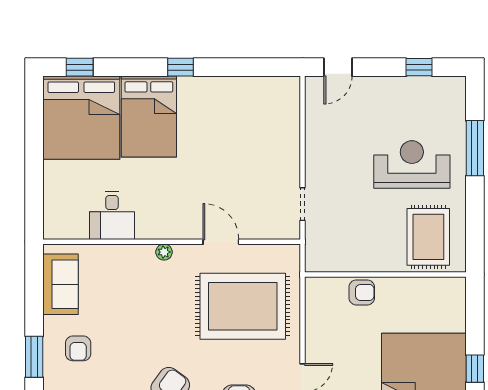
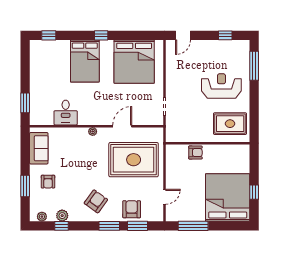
bed: (81, 118) -> (134, 62), moved
window: (475, 148) -> (254, 66), moved
window: (34, 197) -> (25, 103), added
rug: (428, 237) -> (230, 124), turned 90
door: (221, 242) -> (122, 126), hinge flipped

